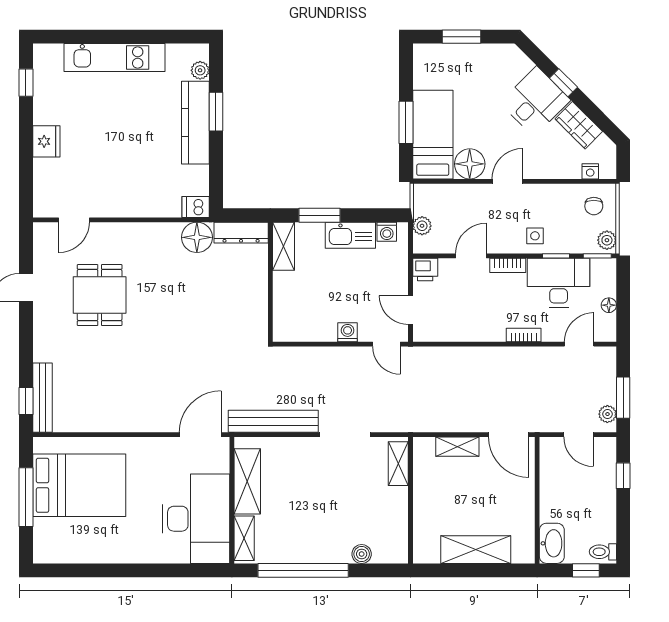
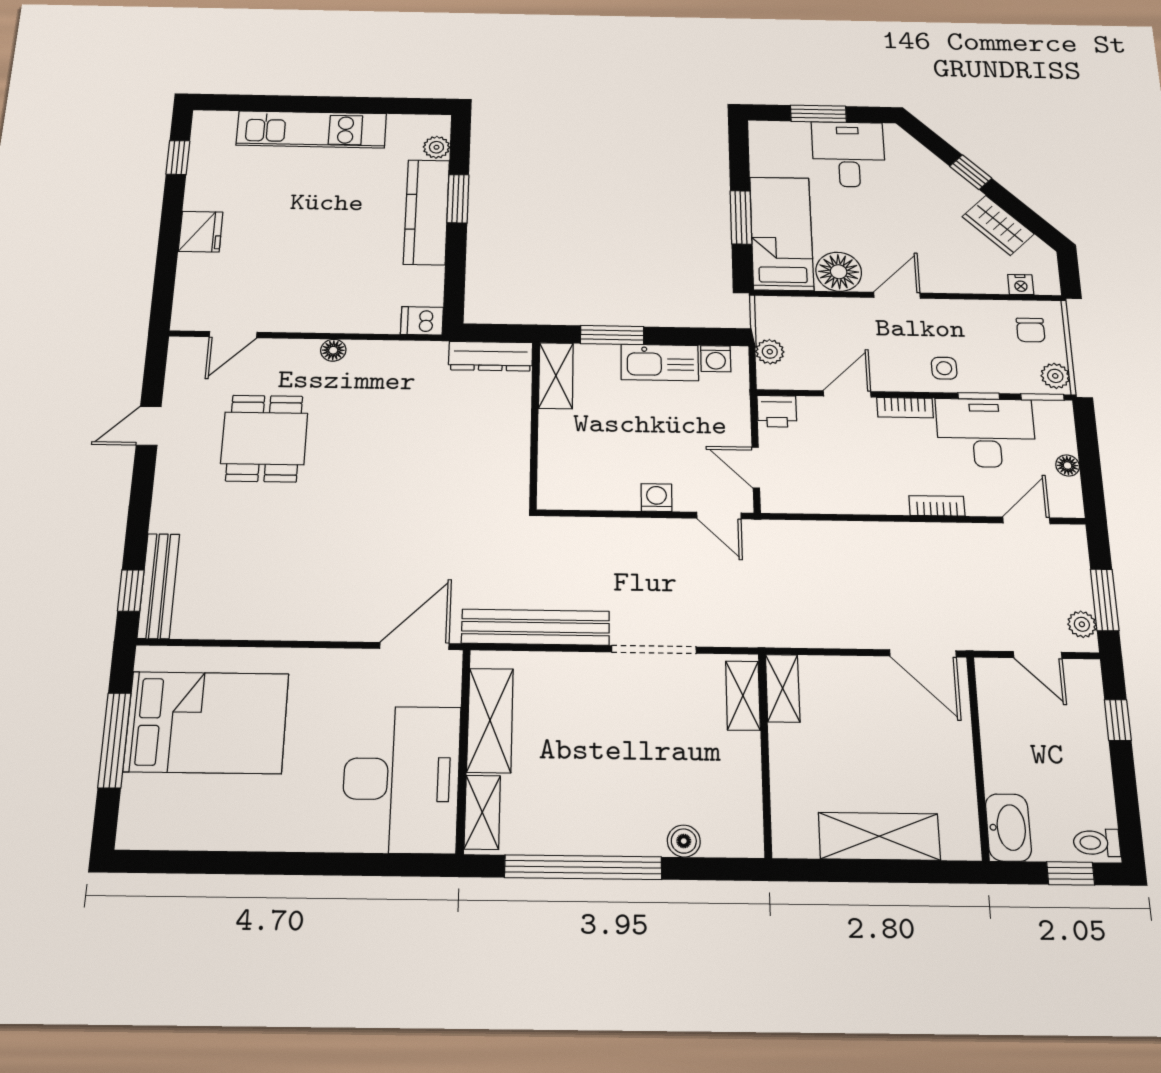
desk: (535, 101) -> (849, 154), moved, turned -45
floor lamp: (197, 237) -> (333, 350), moved, width x0.53, depth x0.53
shelving: (457, 447) -> (783, 688), moved, turned 90

